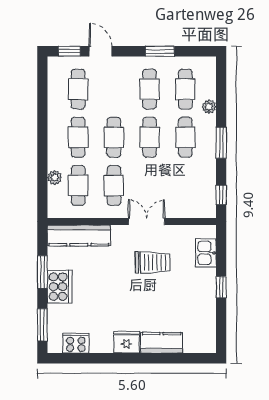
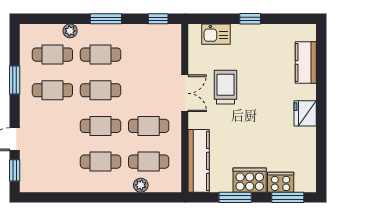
cafe table: (78, 89) -> (52, 162), removed
double door: (147, 222) -> (185, 93), swing flipped
cooker: (76, 343) -> (281, 182), moved, turned 90
kitchen counter: (162, 343) -> (306, 62), moved

